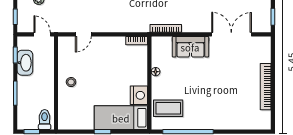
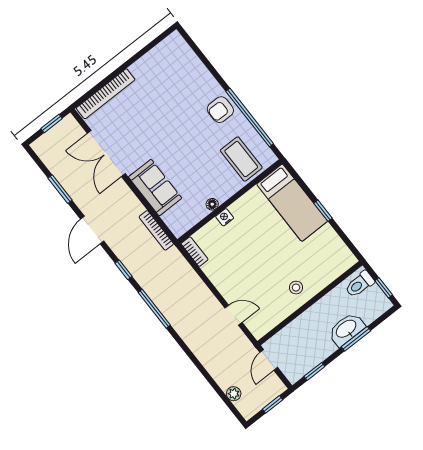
washbasin: (25, 63) -> (346, 329), moved
bookcase: (266, 87) -> (106, 94), moved
nightstand: (139, 95) -> (225, 217), moved, width x0.53, depth x0.56
armchair: (205, 118) -> (220, 110), added

